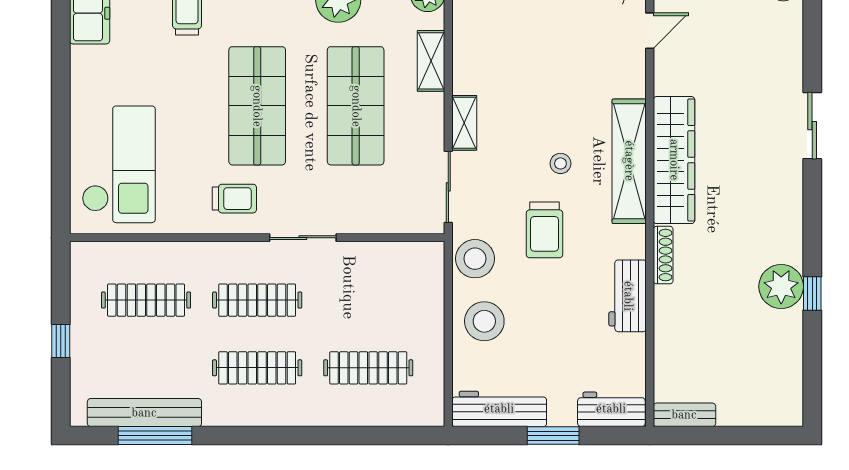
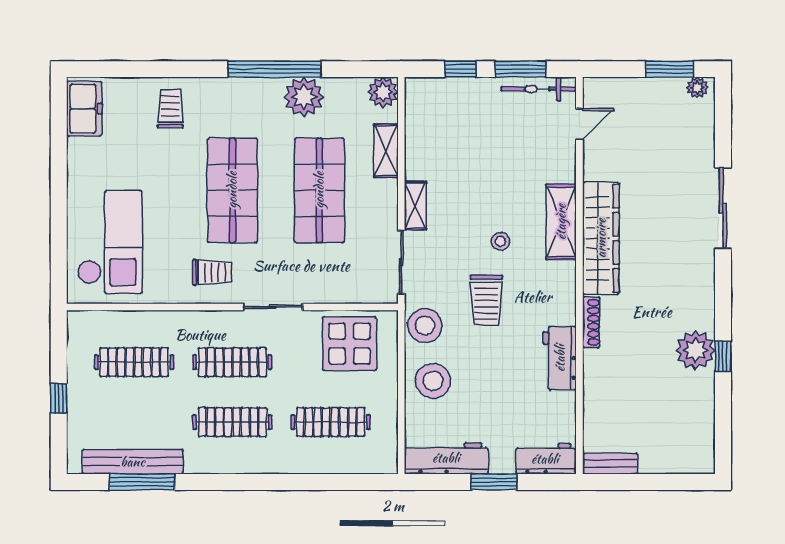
sliding door: (812, 126) -> (723, 208), width x1.37
shelving: (629, 161) -> (561, 222), width x0.68
display table: (390, 279) -> (350, 344), added

